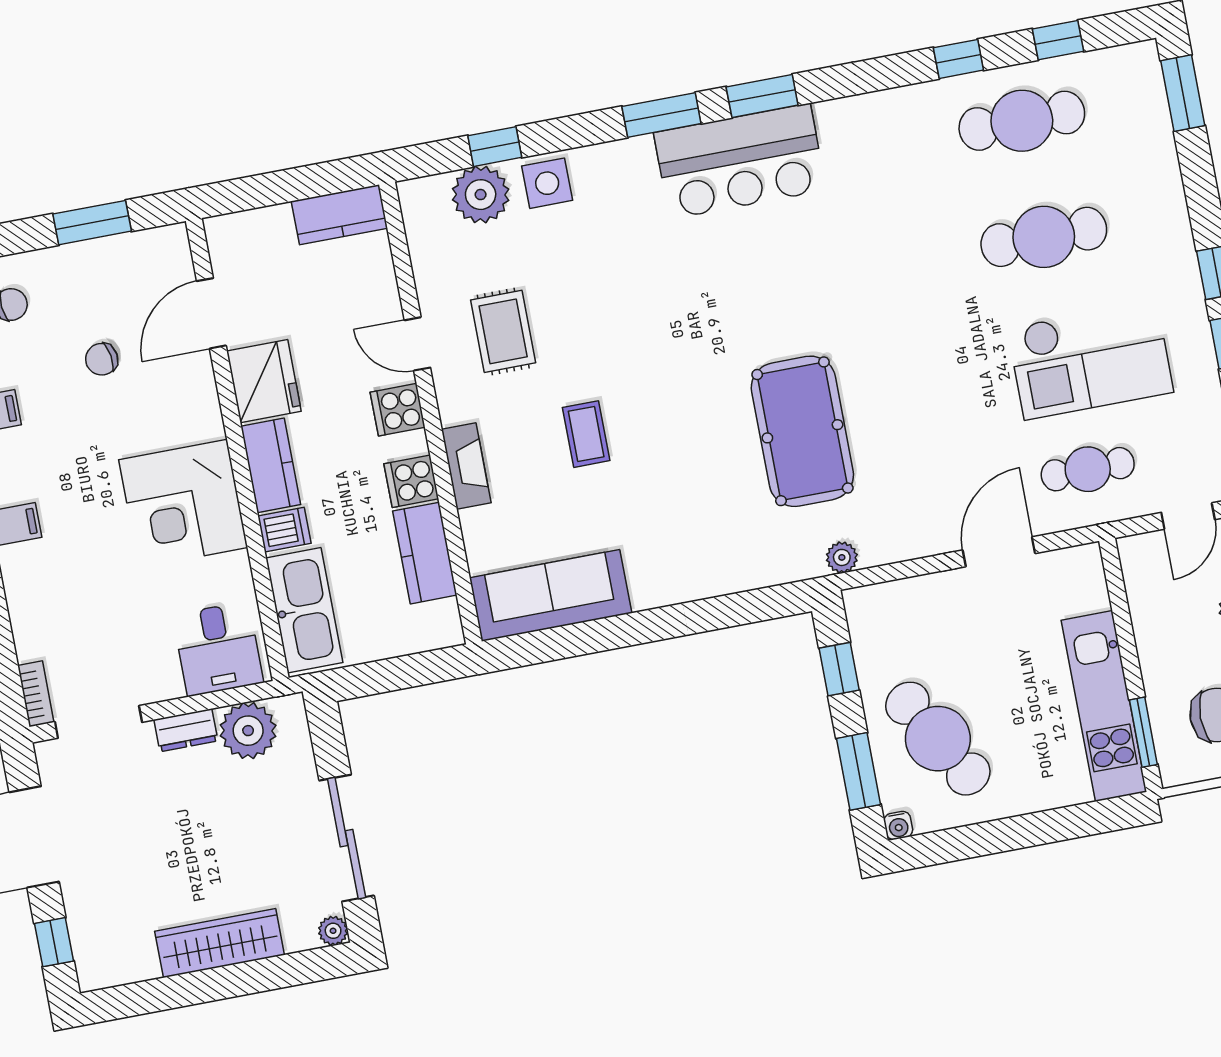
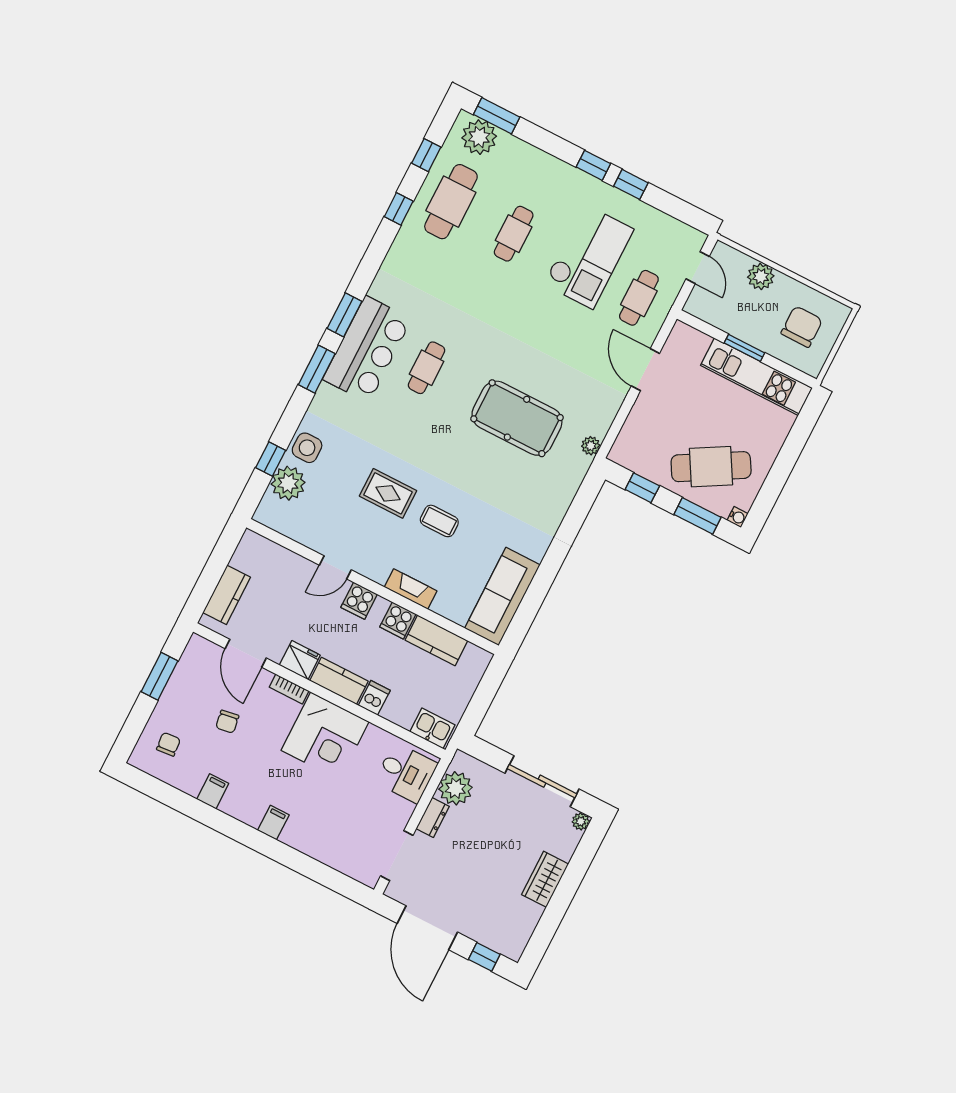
plant: (1137, 92) -> (479, 137), added
kitchen counter: (339, 215) -> (227, 595), moved
cafe table: (1044, 237) -> (514, 234), width x0.73, depth x0.74
cafe table: (776, 259) -> (427, 368), added
rug: (503, 331) -> (388, 493), moved
fridge: (264, 381) -> (300, 660), width x0.73, depth x0.75
kitchen sink: (304, 610) -> (432, 728), width x0.53, depth x0.81
bookcase: (36, 694) -> (289, 689), moved, turned 180
window: (1143, 732) -> (744, 348), moved
wardrobe: (220, 943) -> (545, 879), width x0.67

